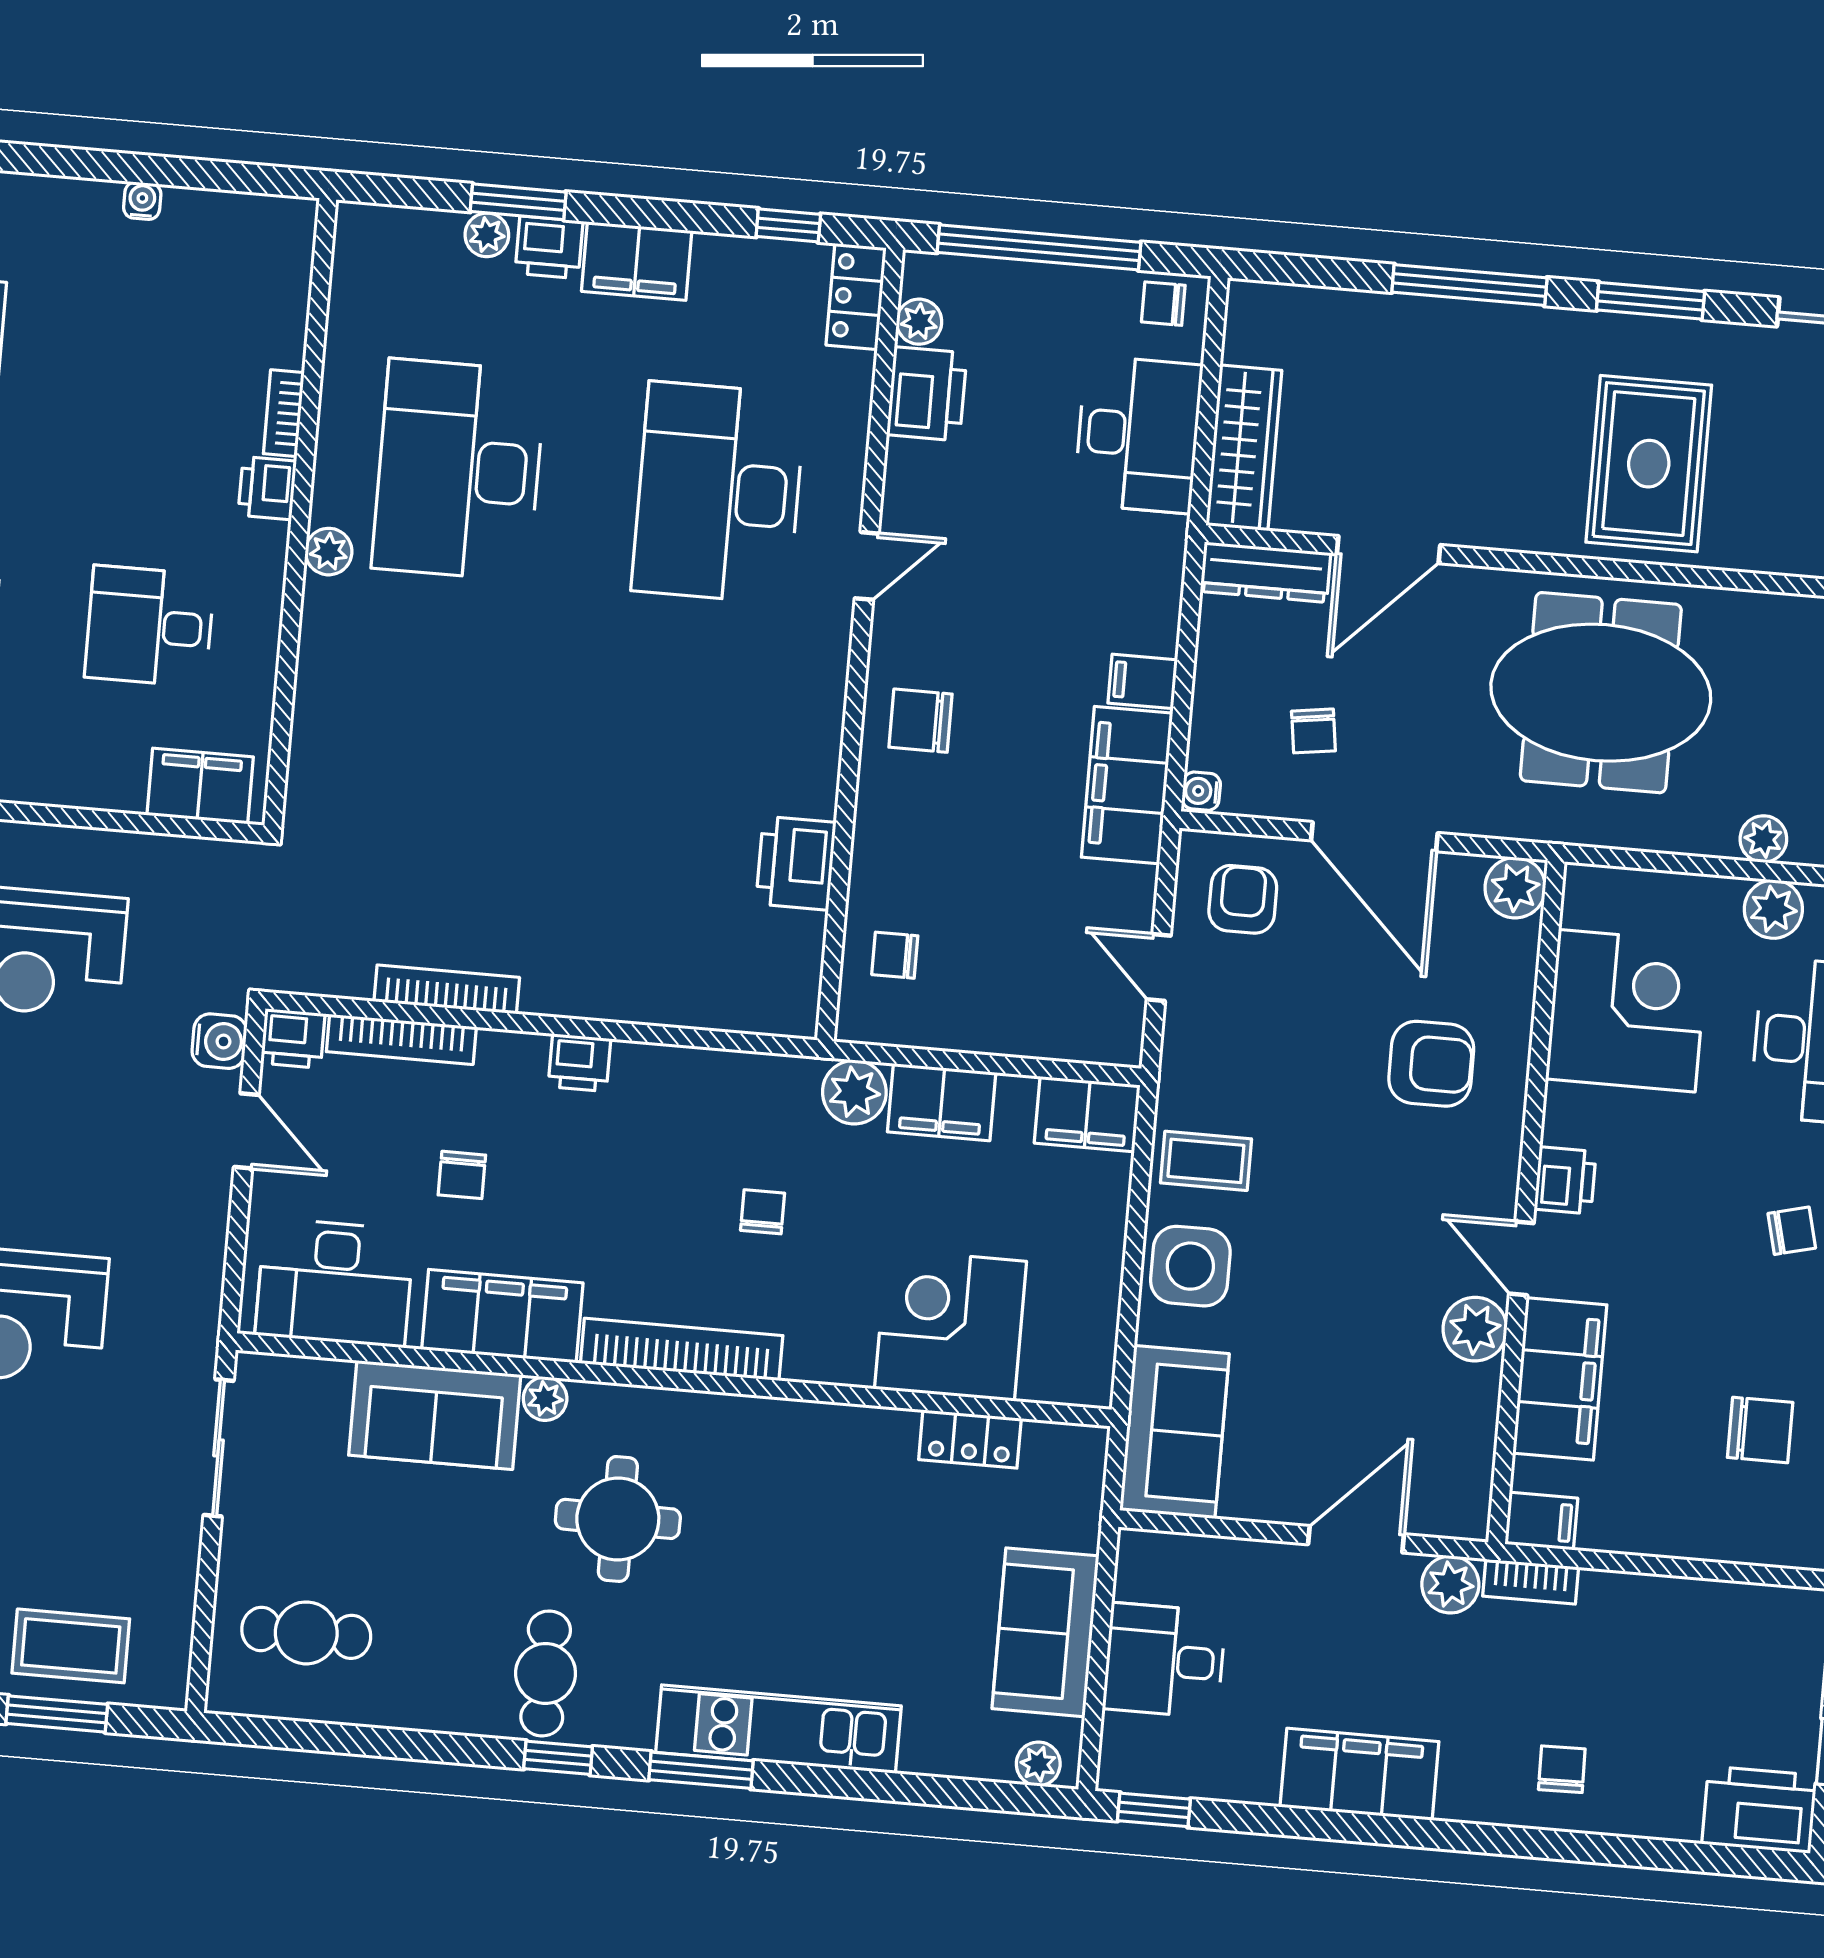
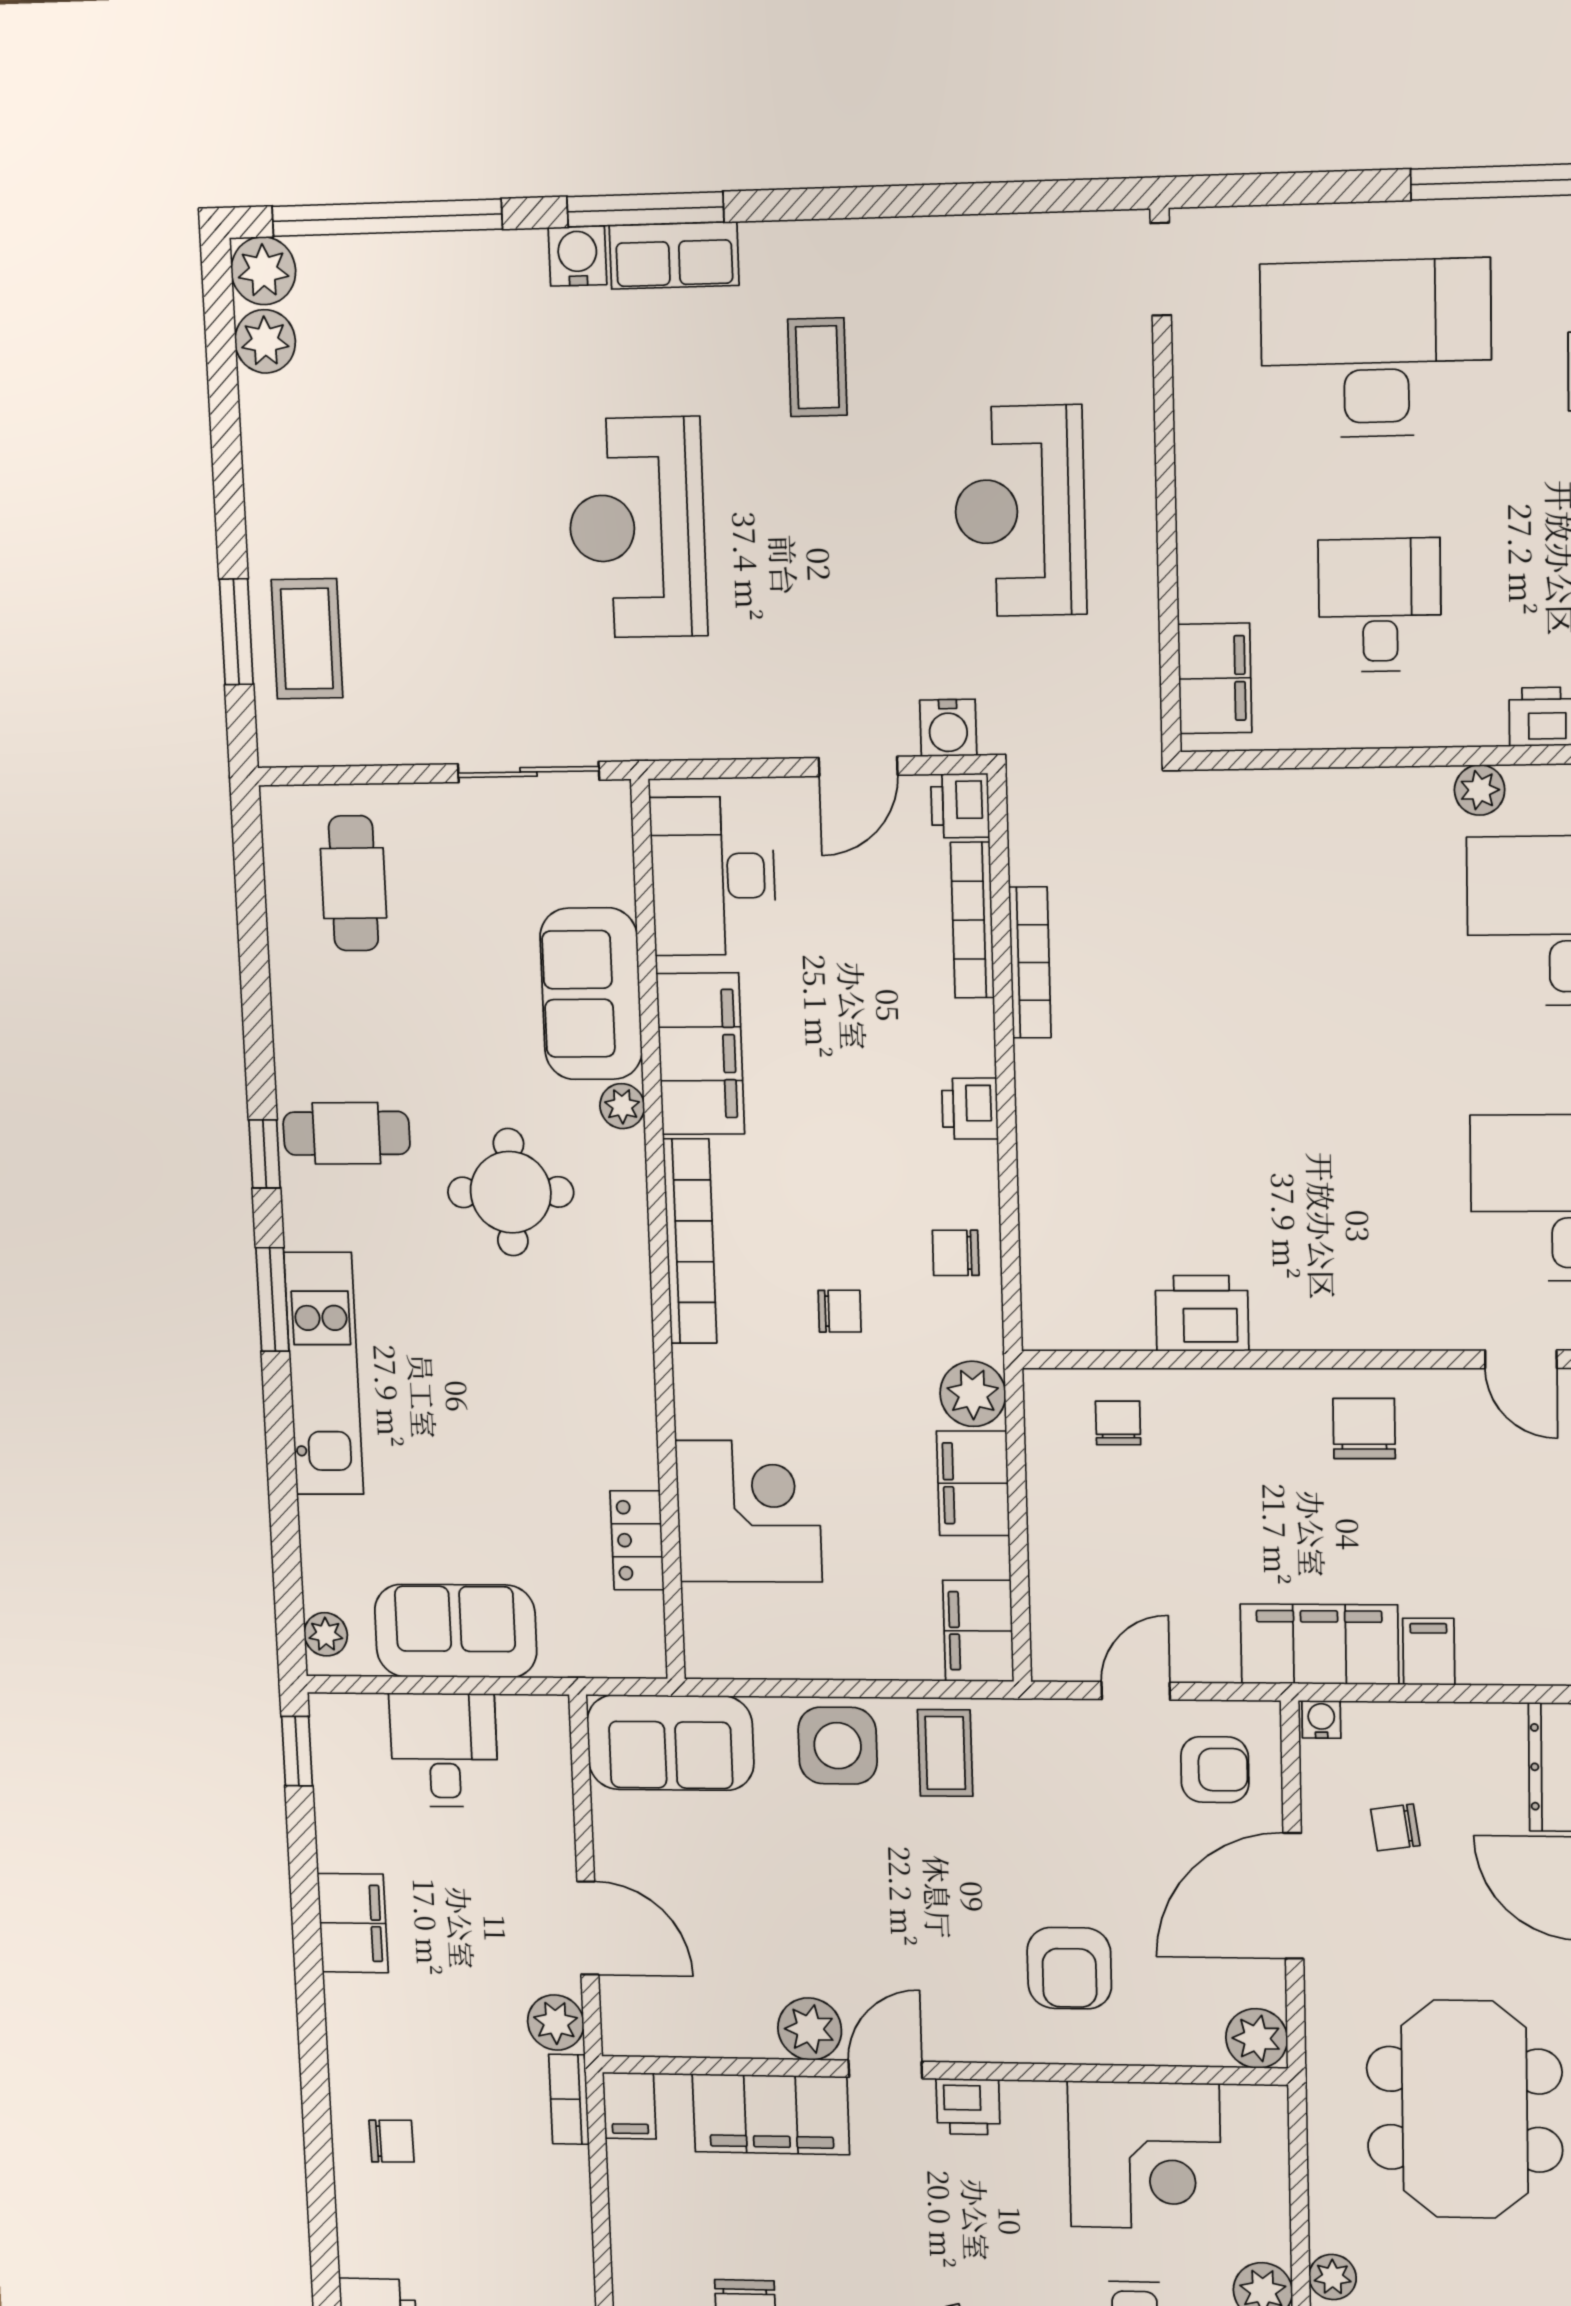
chair: (462, 1175) -> (956, 1253), moved
filing cabinet: (1359, 1774) -> (353, 1923), width x0.67, depth x0.86

